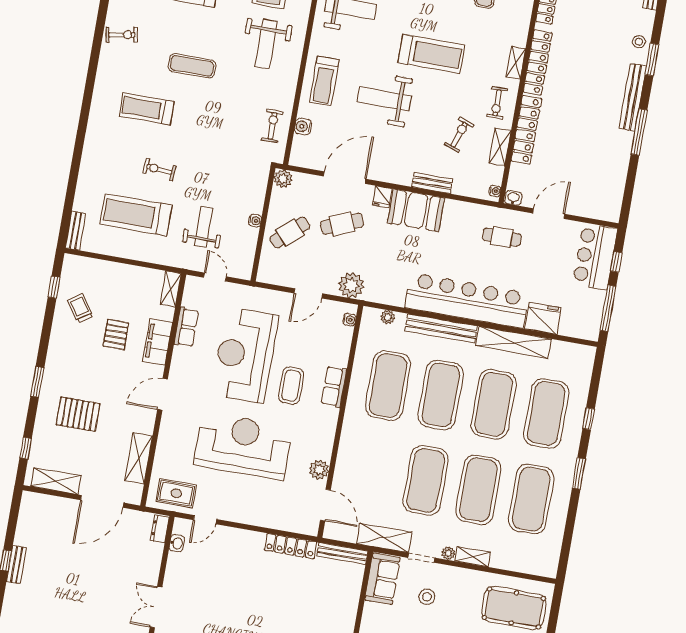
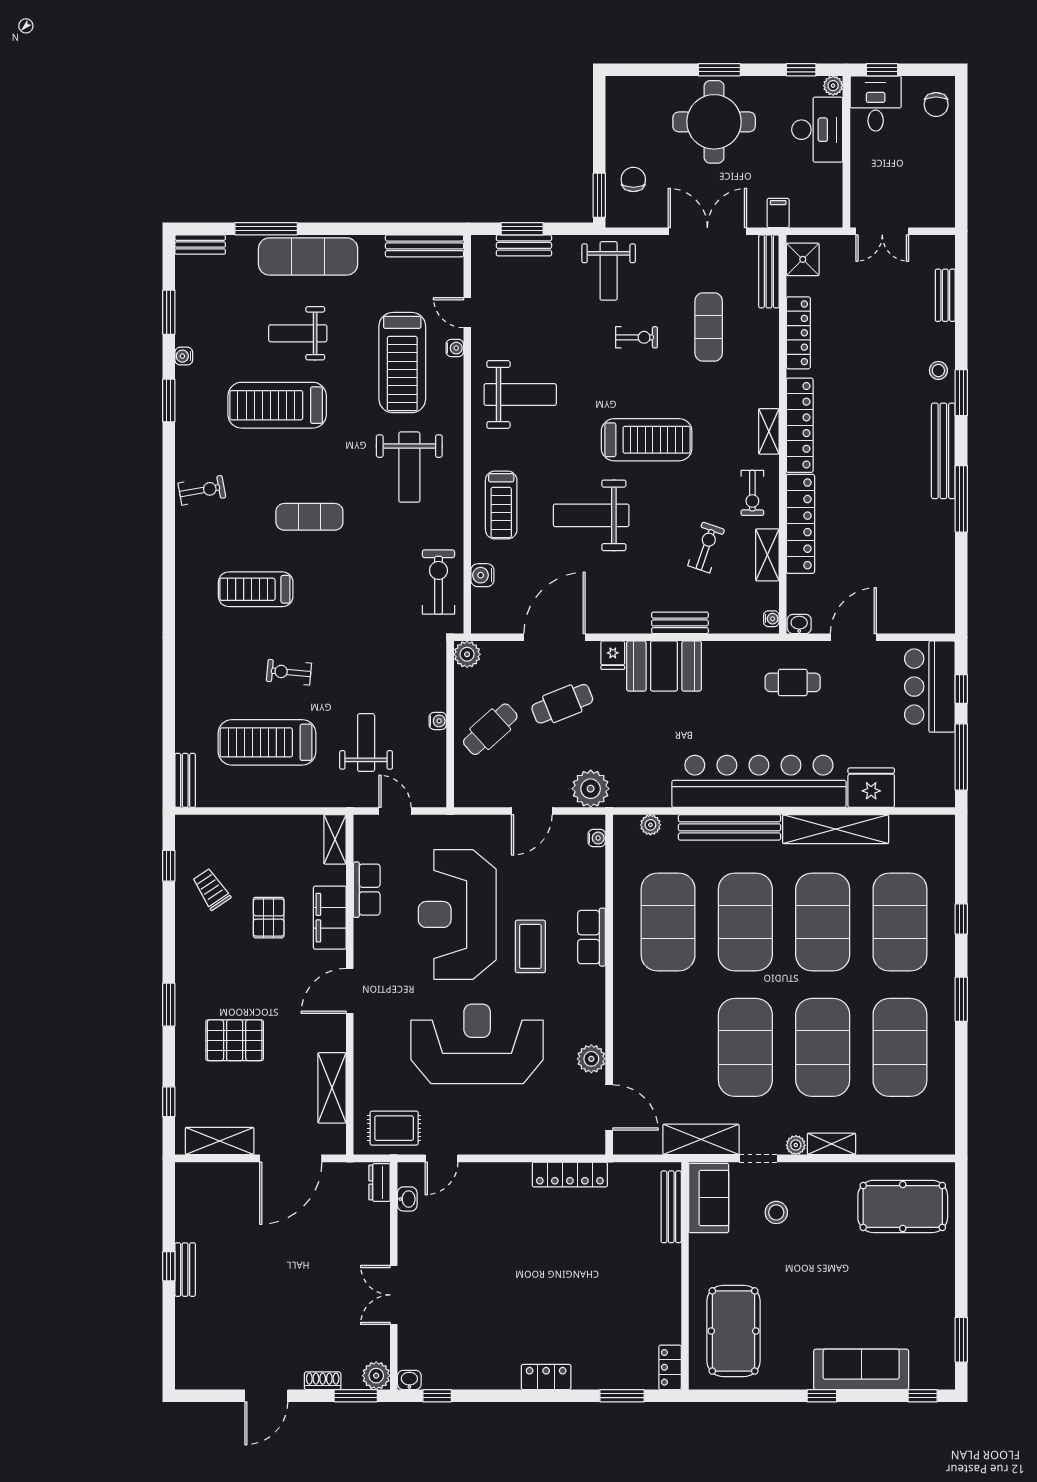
exercise bike: (272, 126) -> (438, 582), width x1.38, depth x1.39
bench: (342, 554) -> (671, 1207), moved, turned 90

